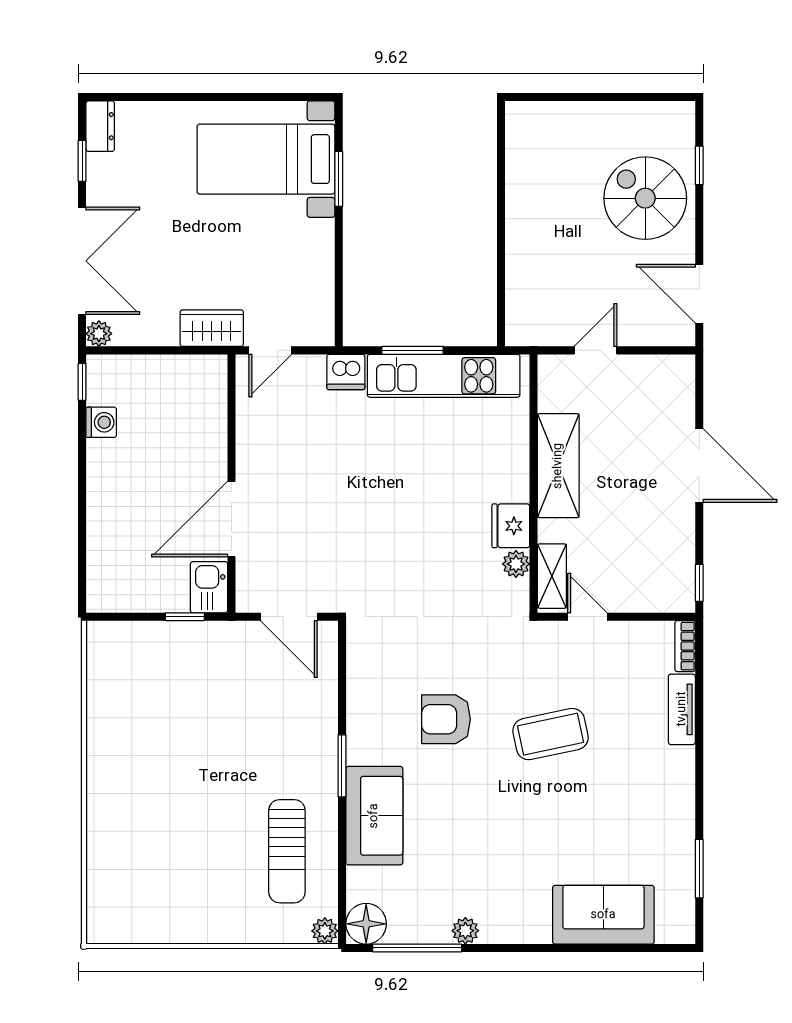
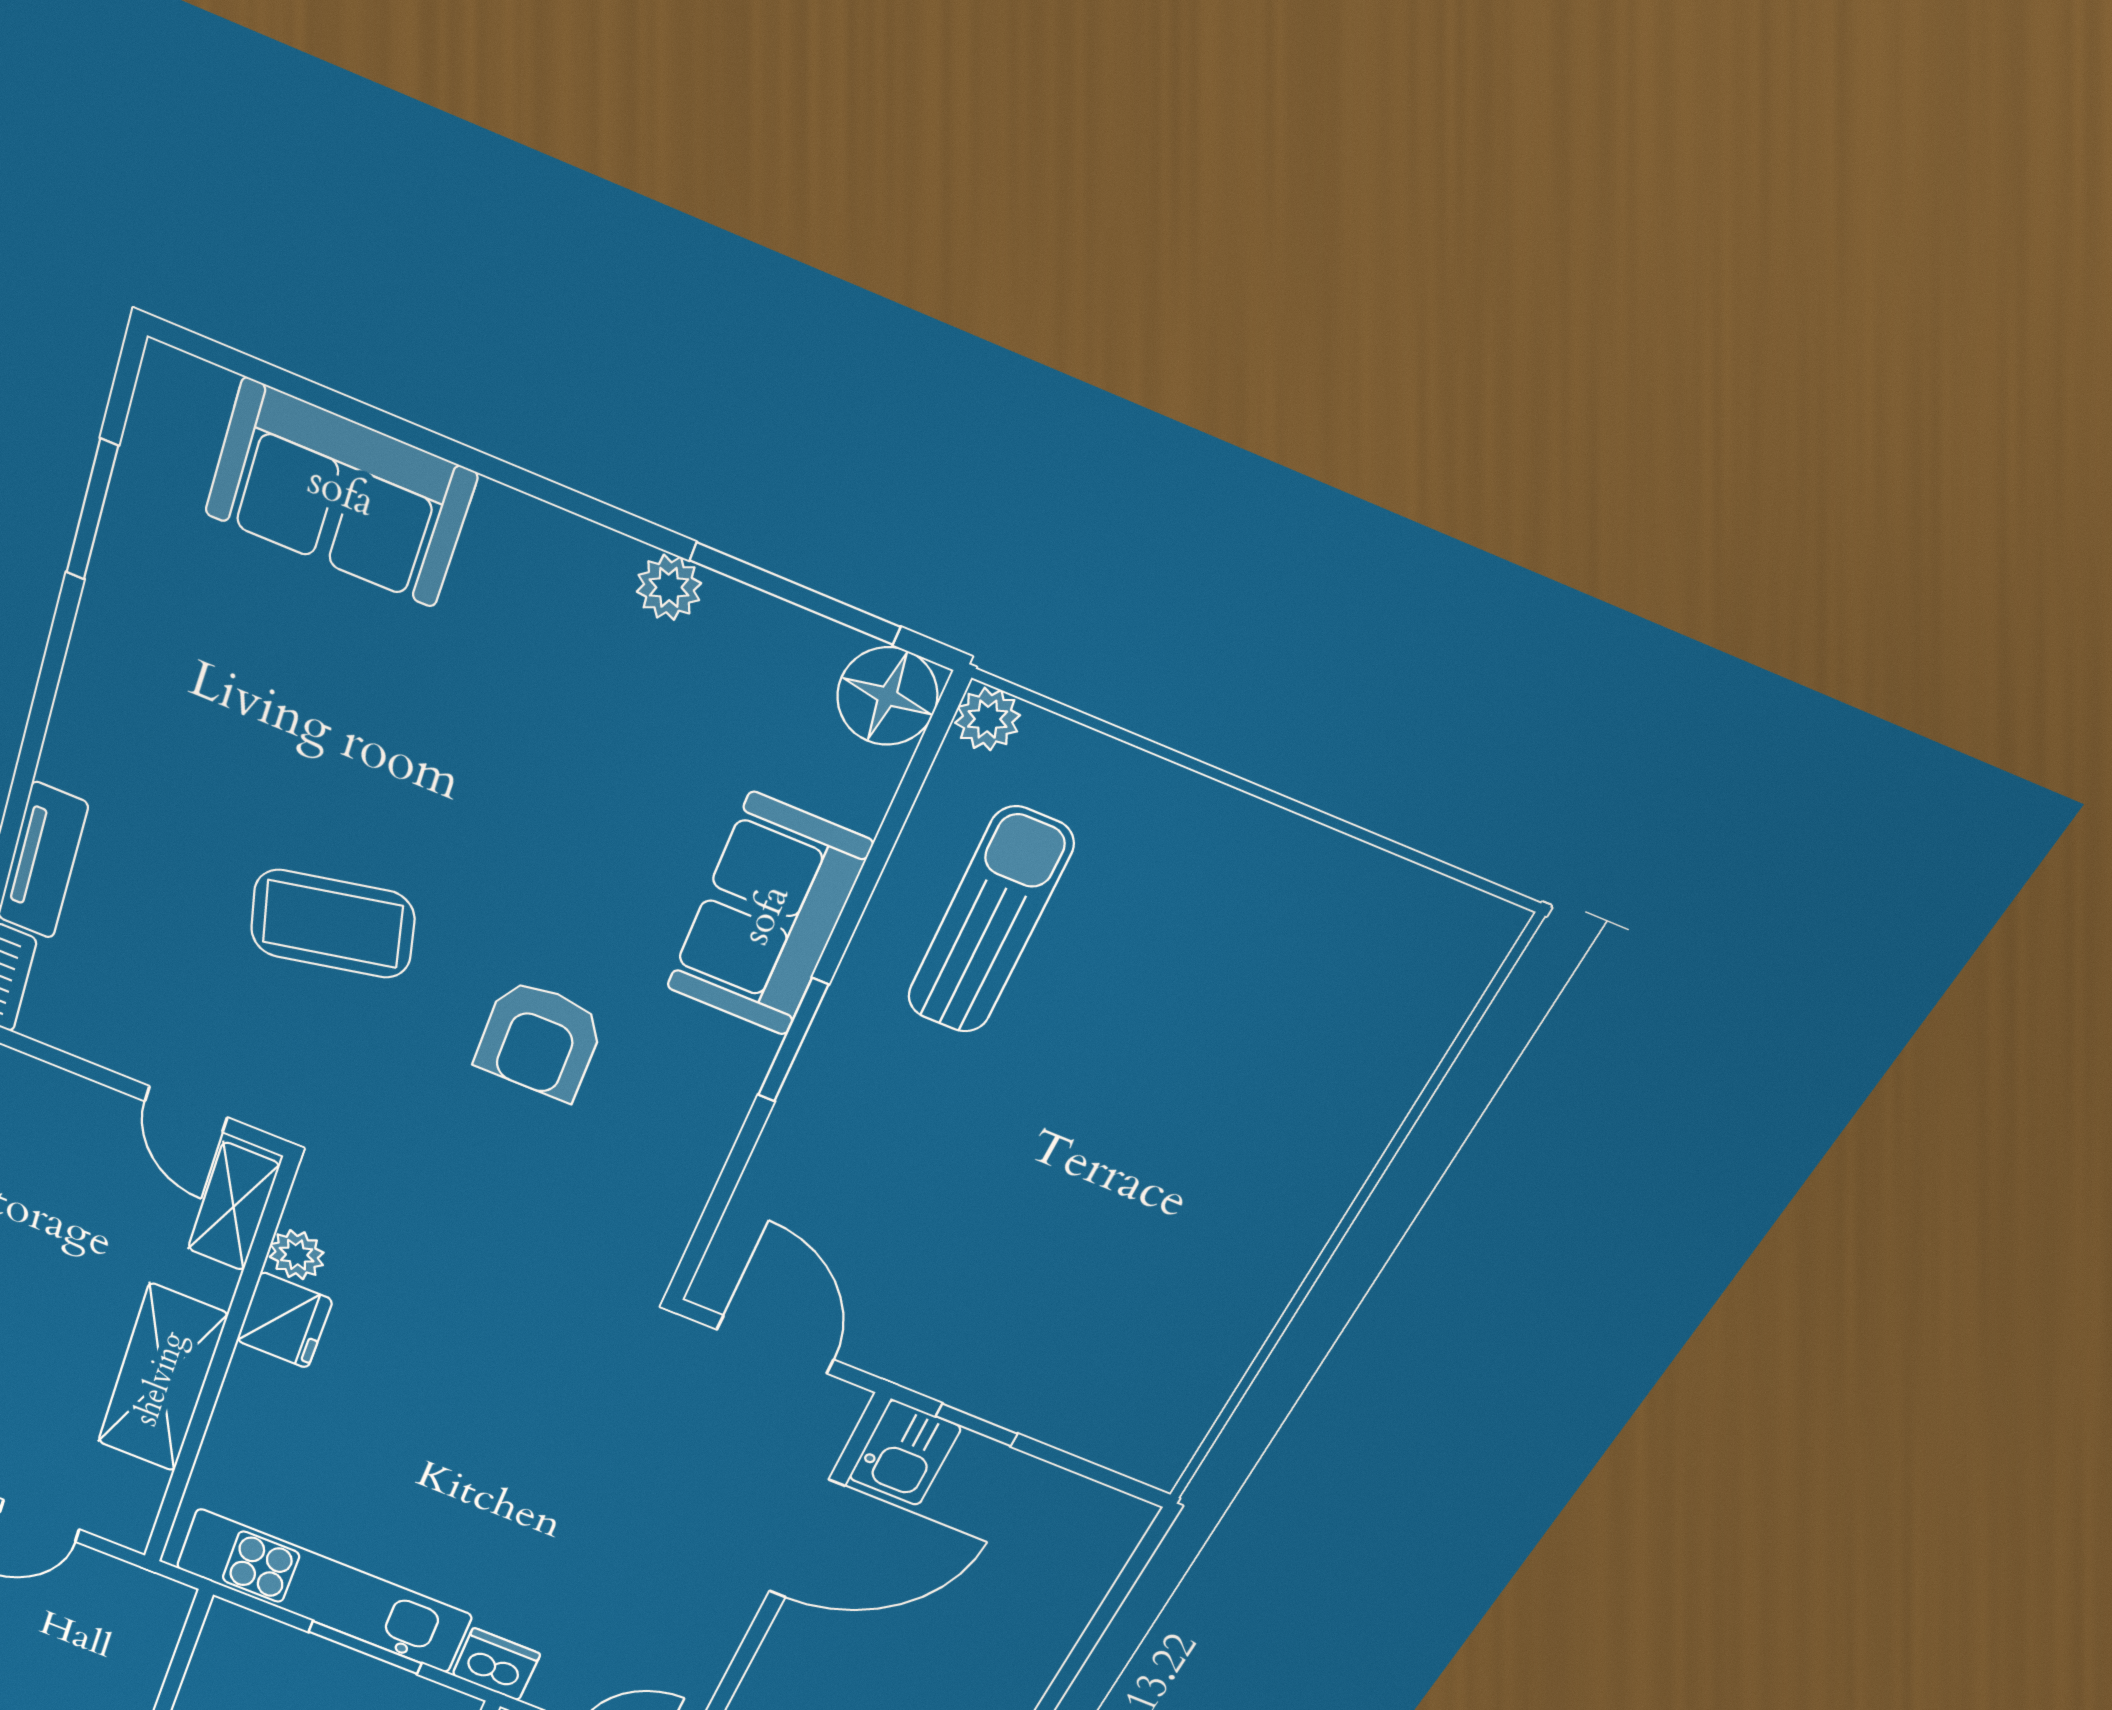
armchair: (446, 719) -> (540, 1040), turned 90

